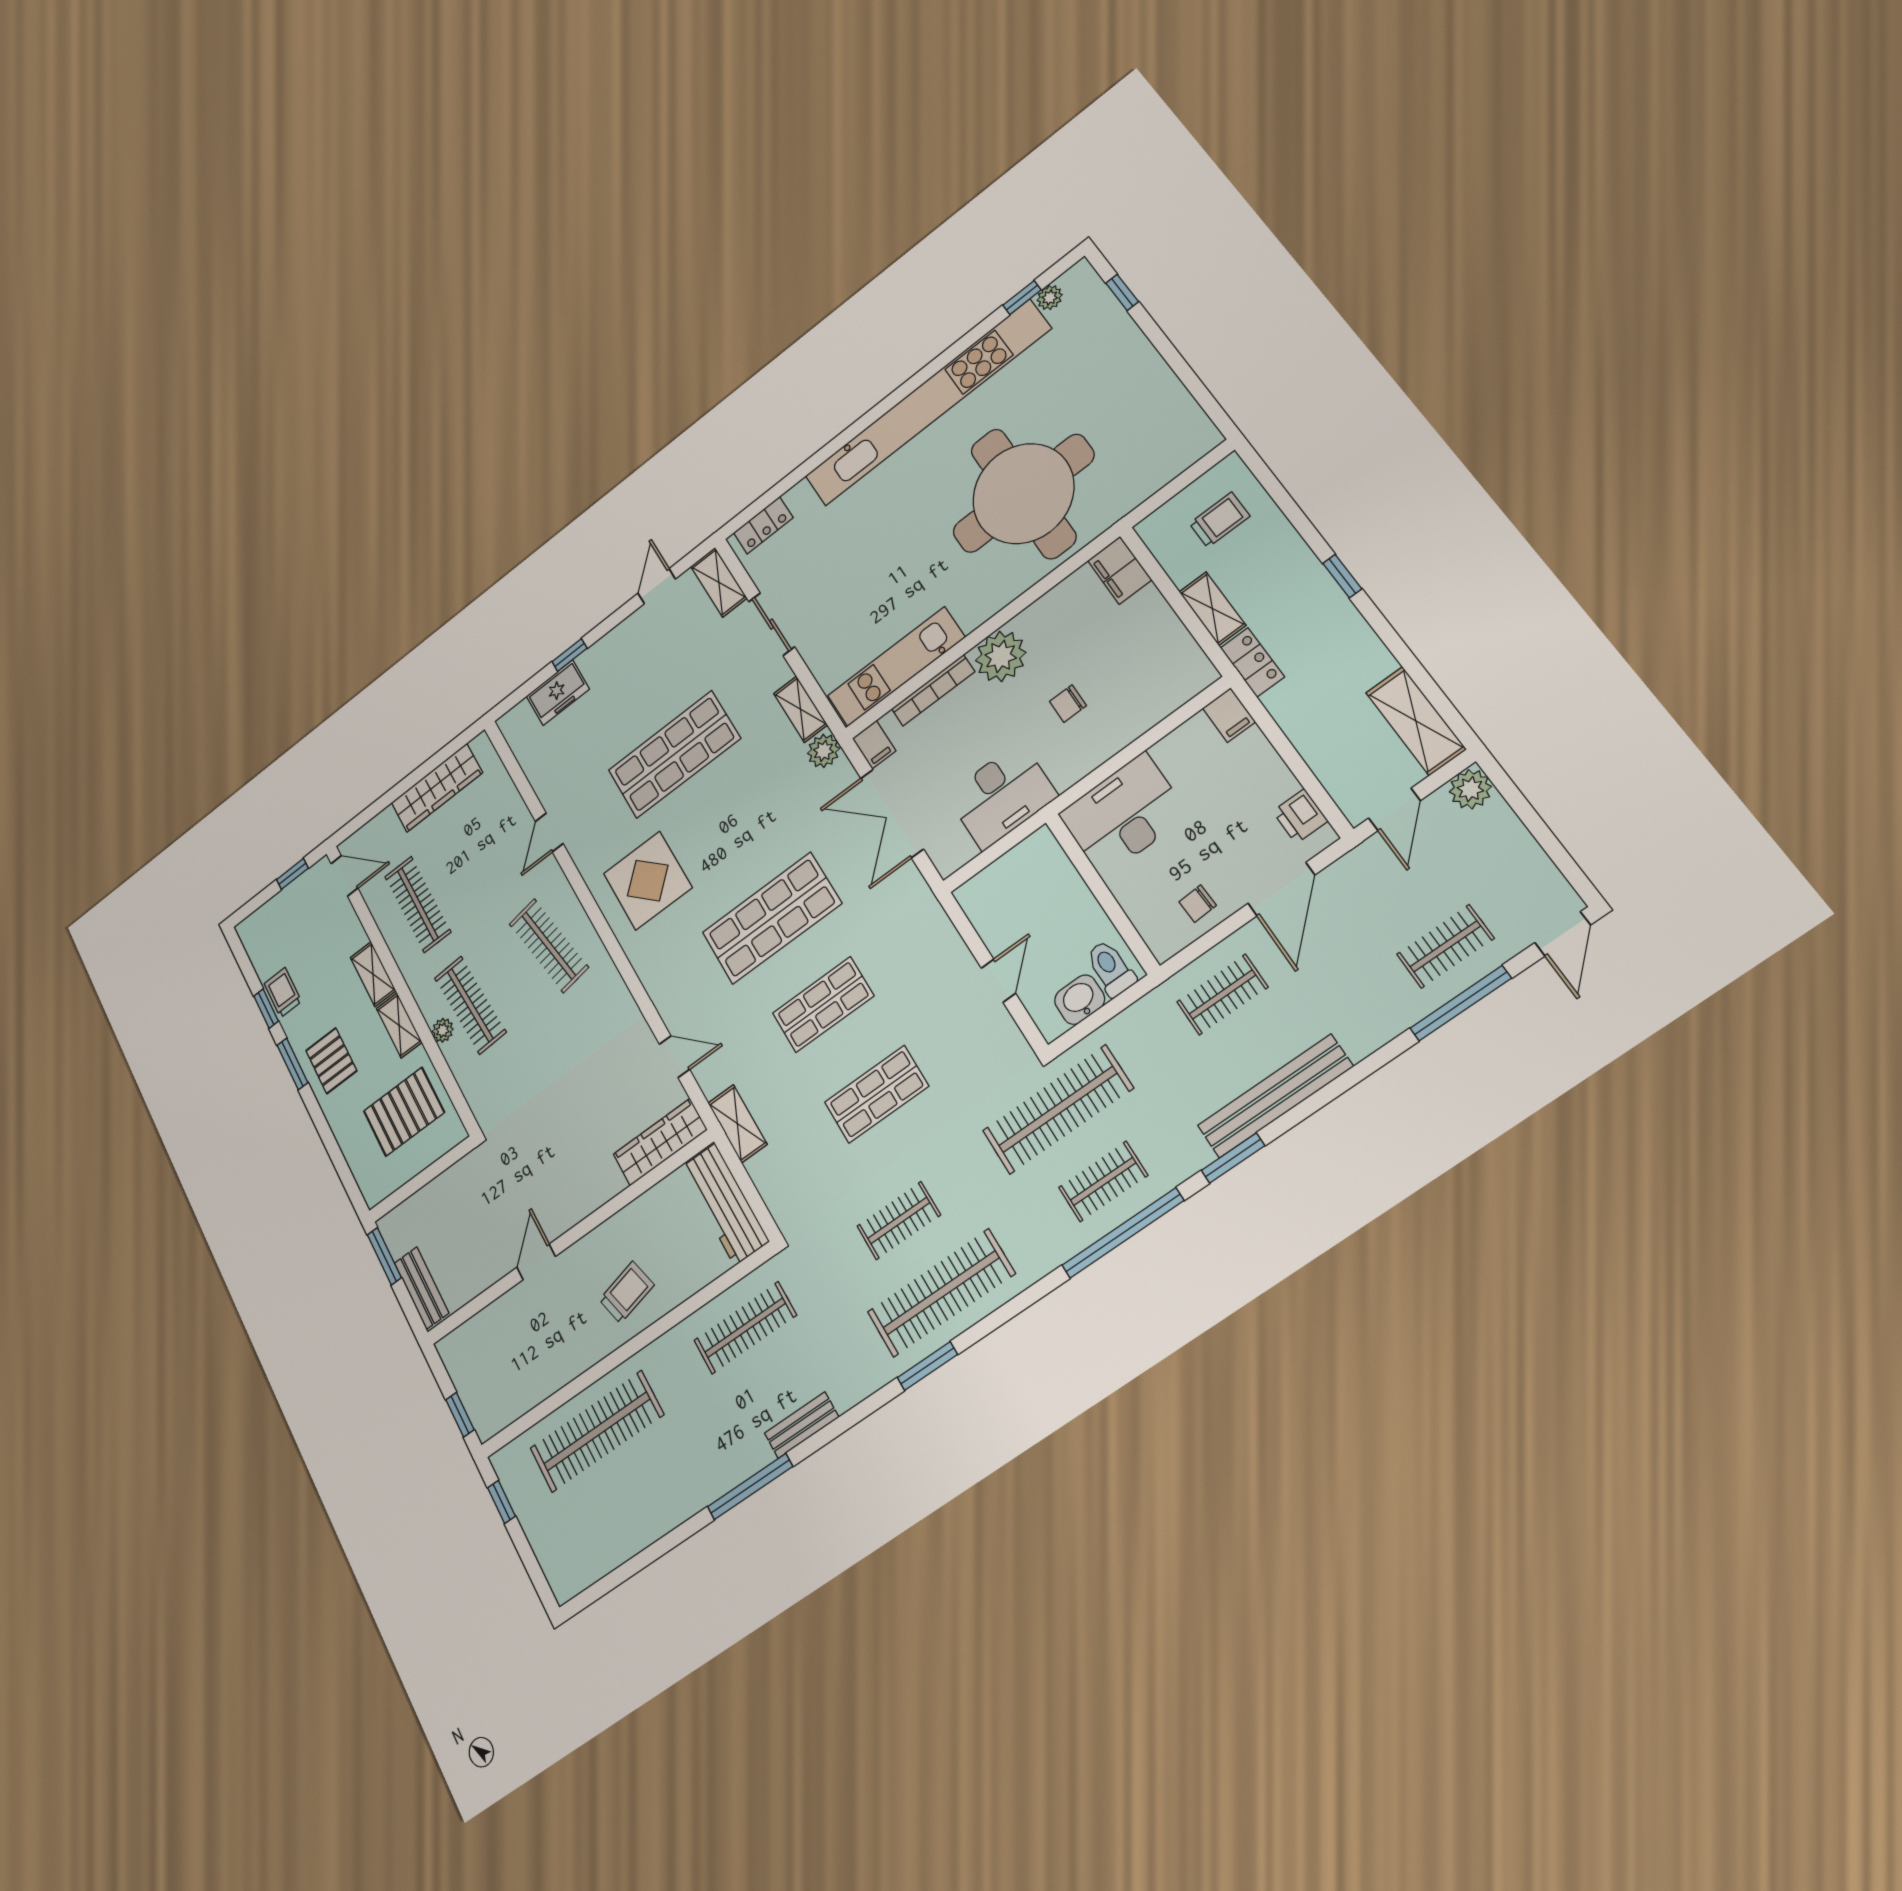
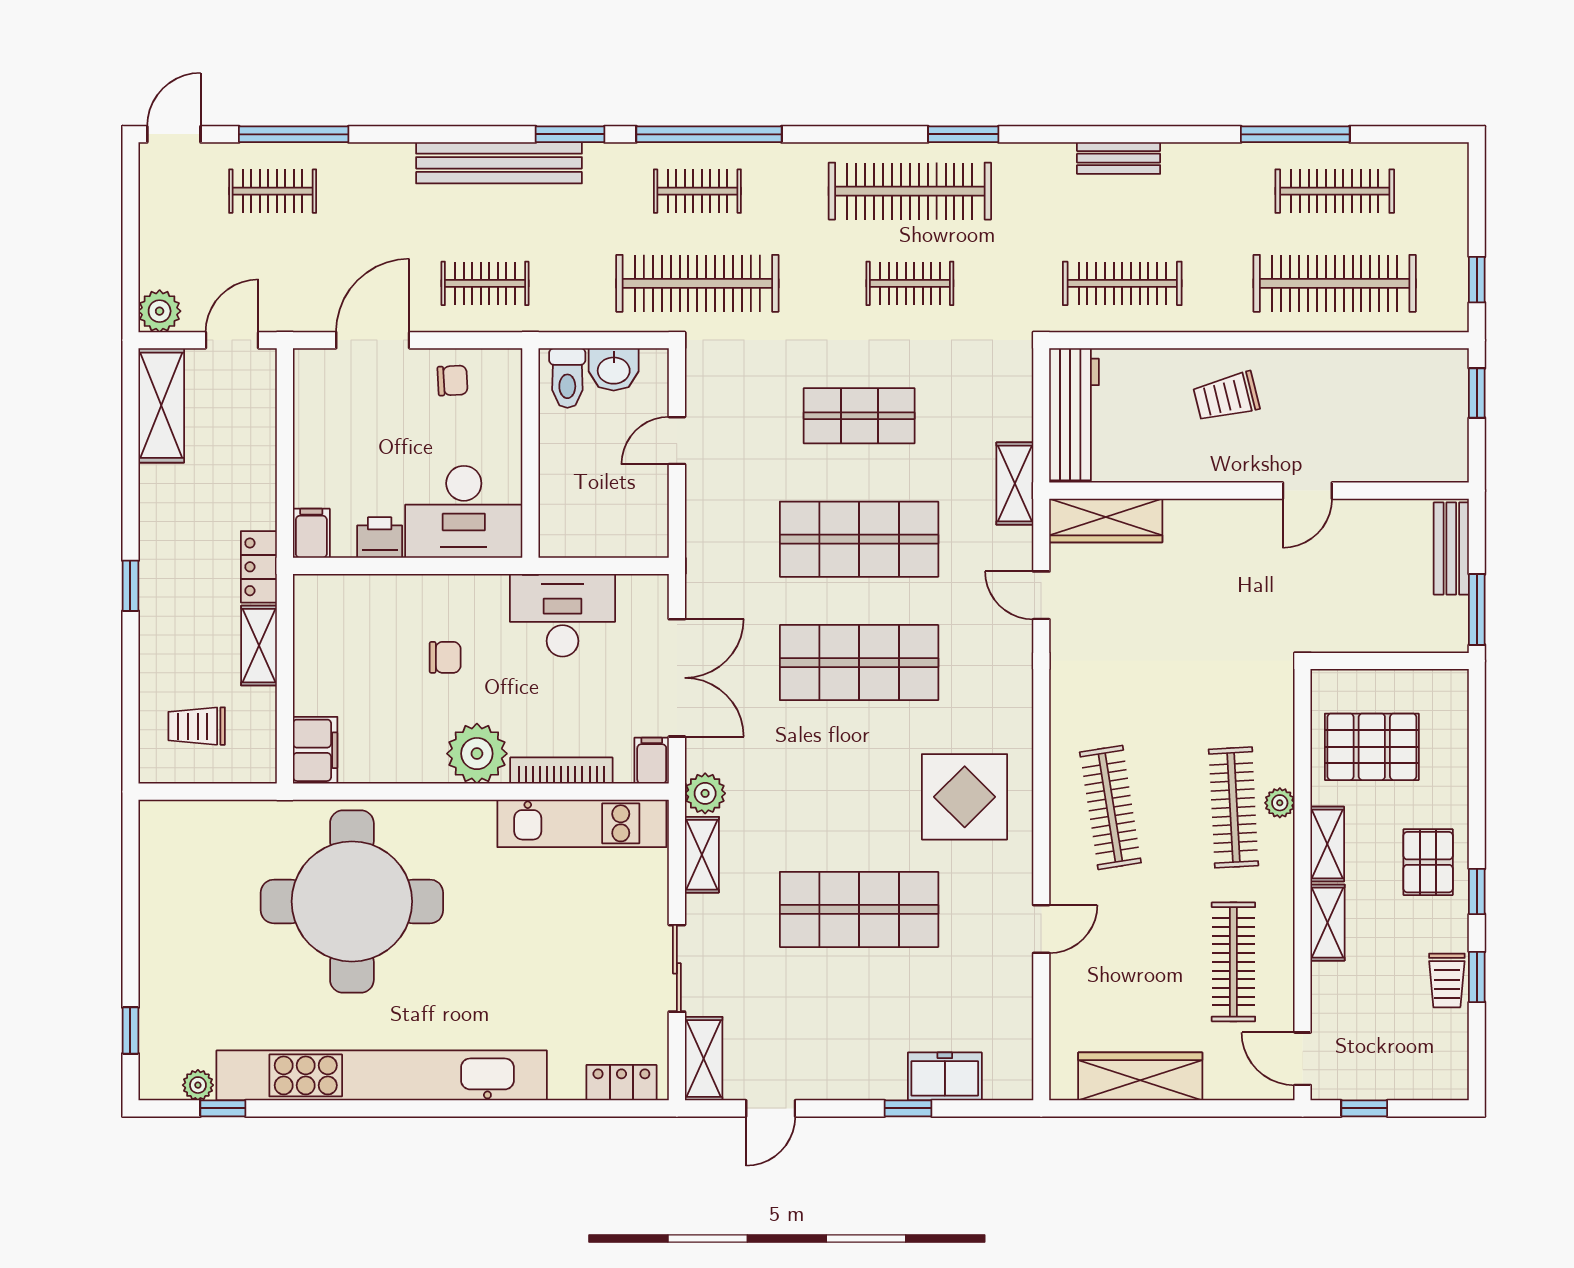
printer: (1300, 816) -> (380, 538), moved, turned -90
shop shelf: (823, 1005) -> (859, 539), width x1.43, depth x1.36
window: (293, 1064) -> (1477, 891), width x0.67
window: (750, 1487) -> (1295, 134), moved
clothes rail: (633, 1504) -> (1335, 191), added

